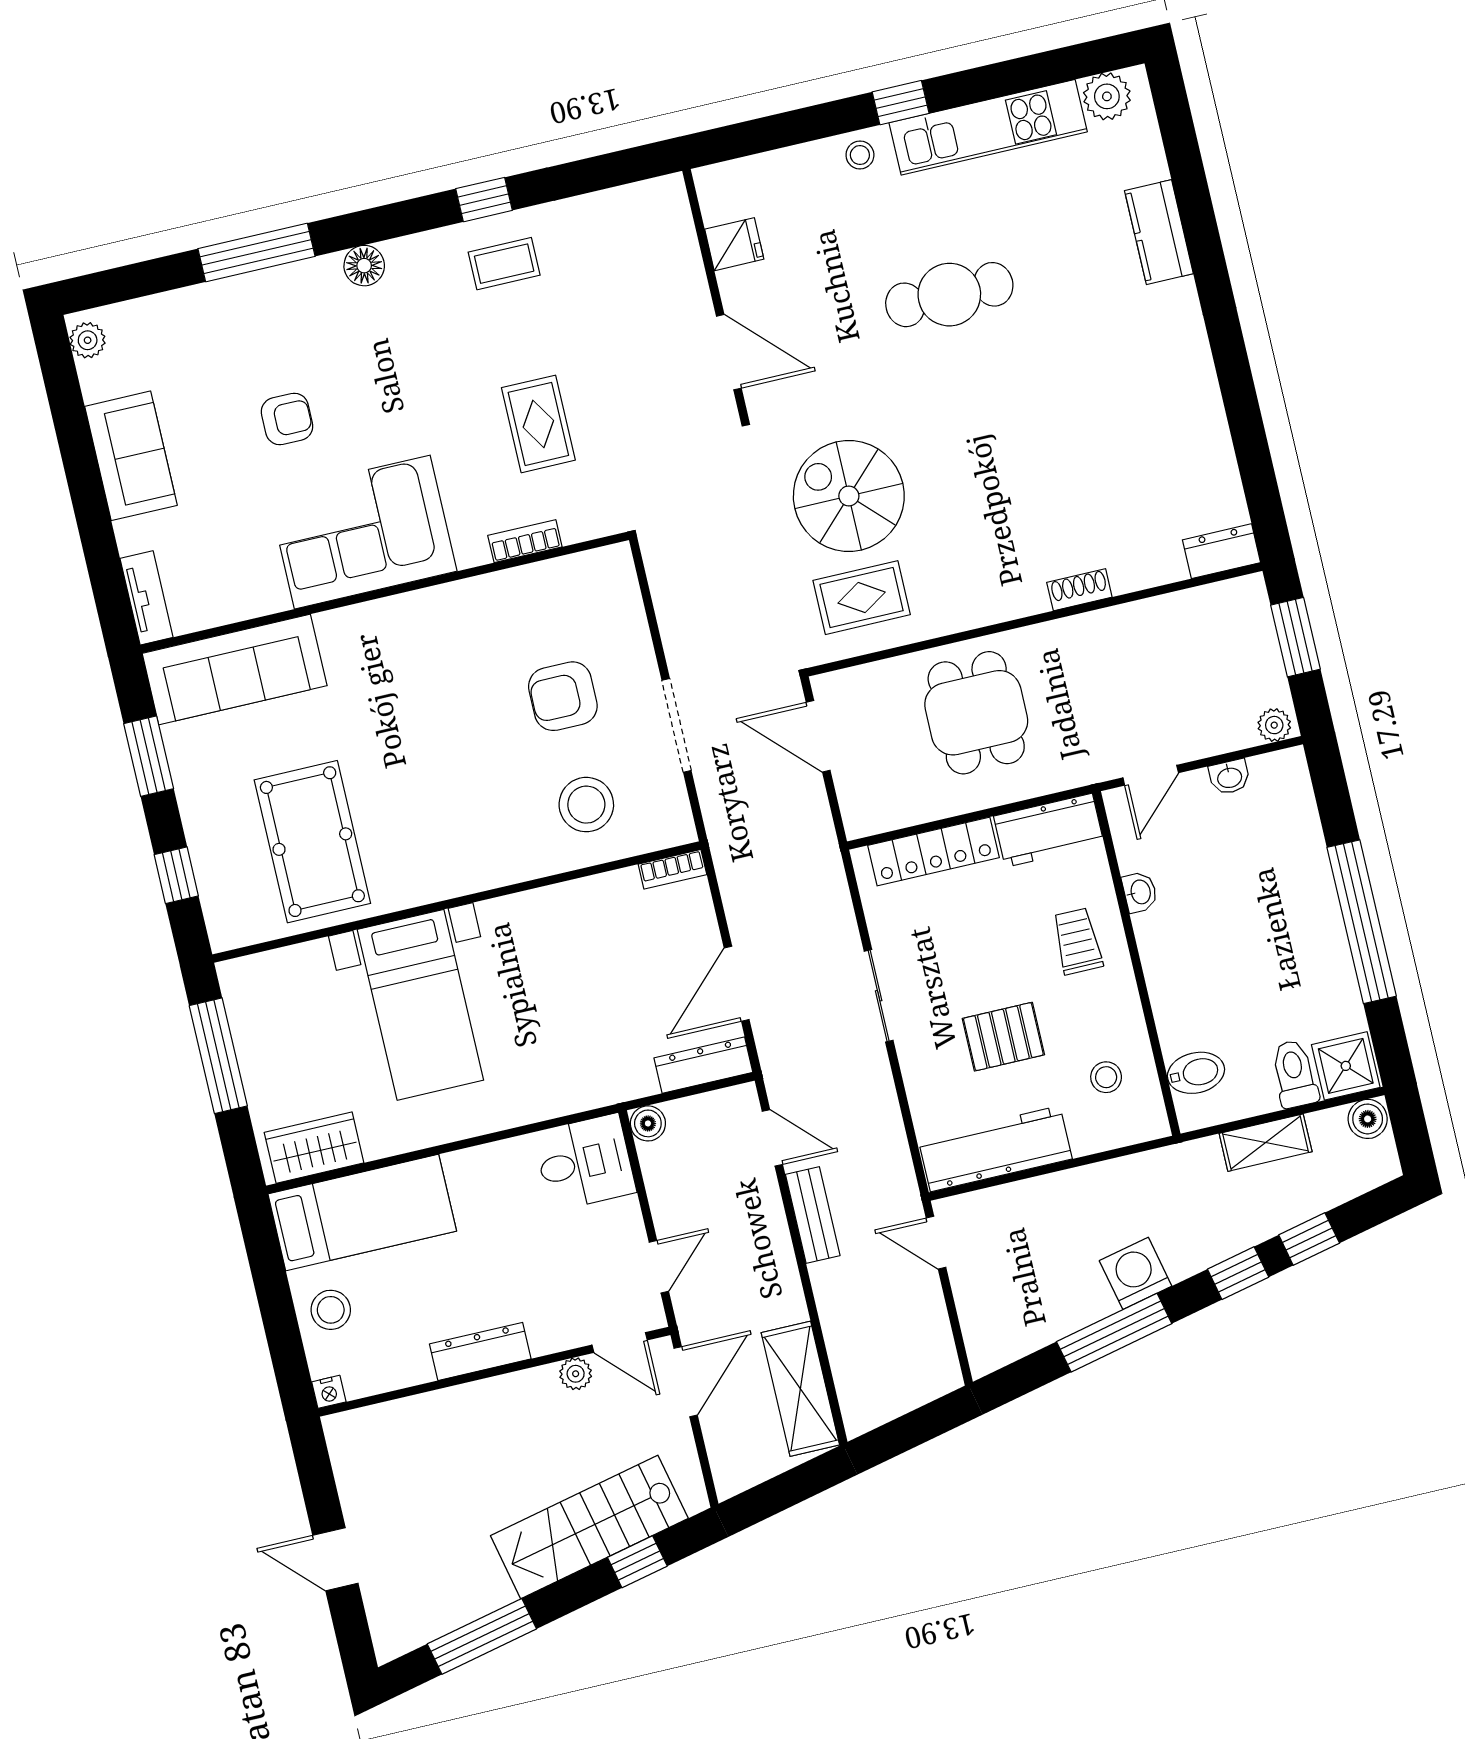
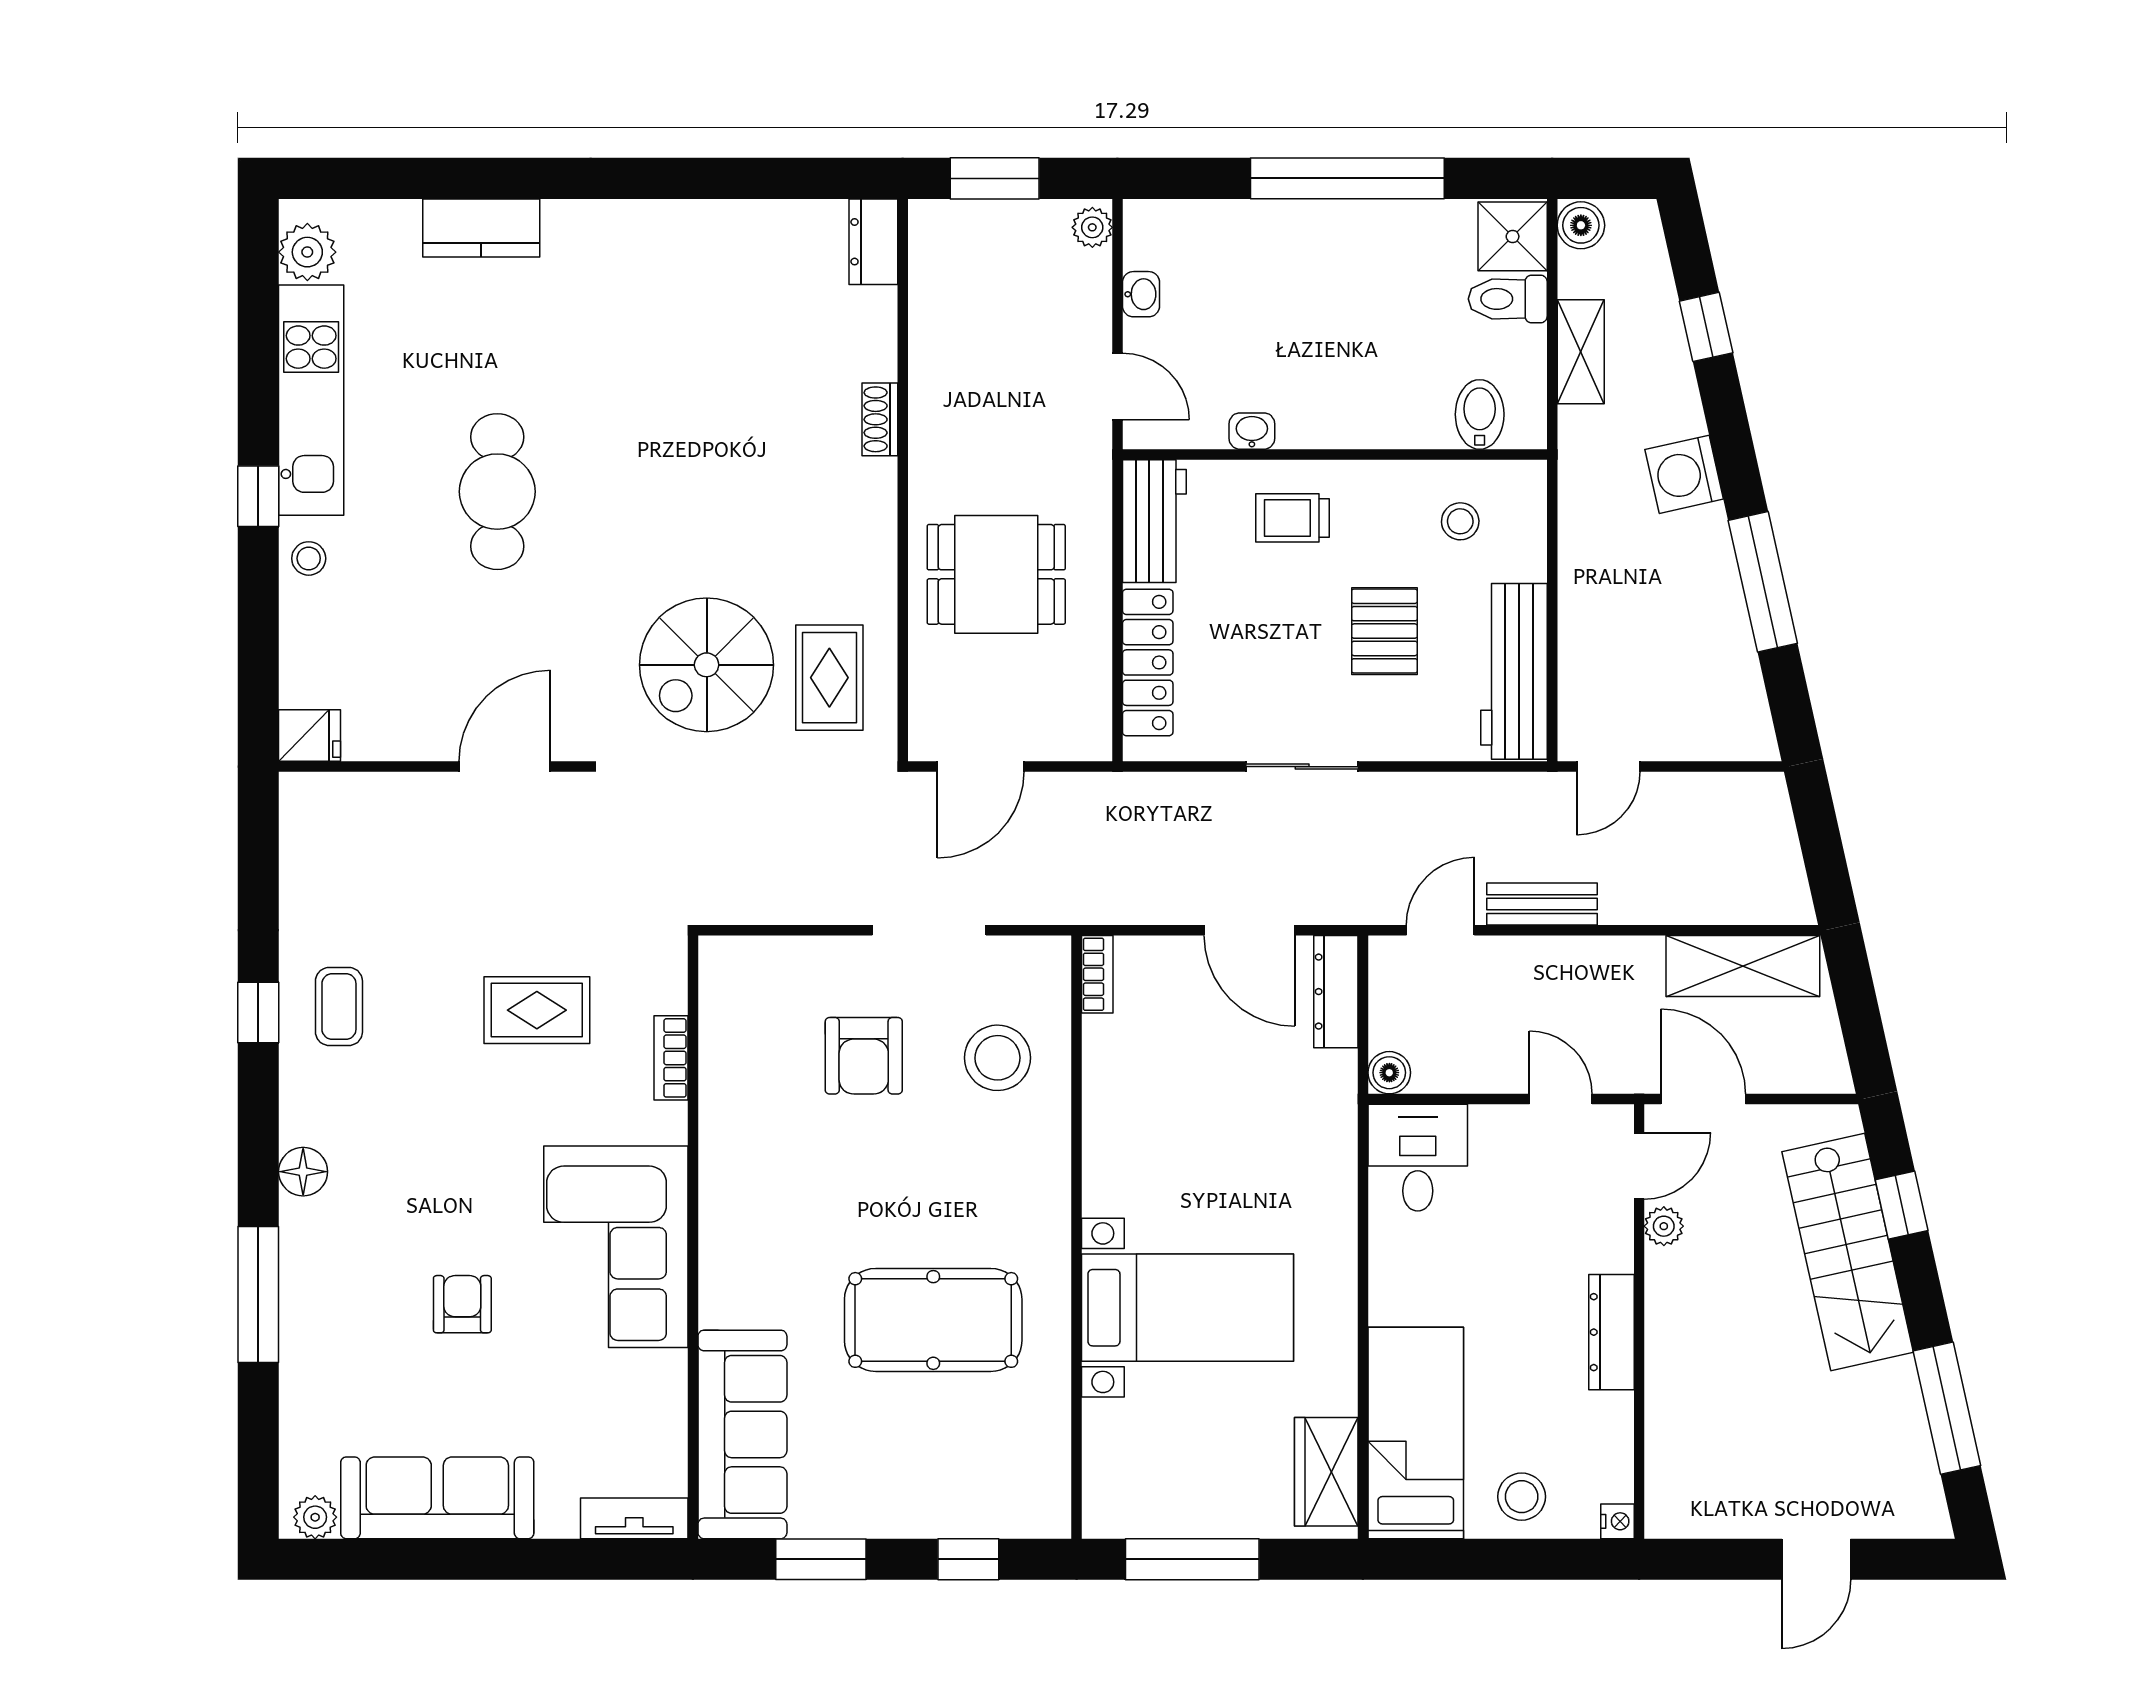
fridge: (734, 244) -> (309, 736), moved, turned 90
sofa: (131, 456) -> (437, 1498), width x1.36
pool table: (312, 842) -> (933, 1320), moved
washing machine: (1136, 1273) -> (1684, 474), moved
window: (1238, 1273) -> (1727, 420), removed

